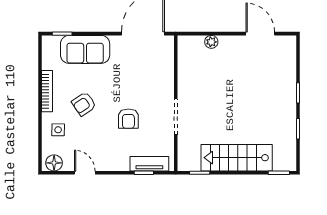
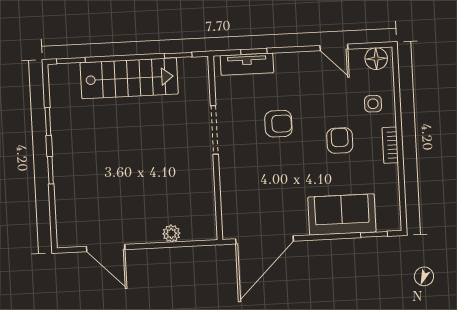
bookcase: (47, 91) -> (390, 145), width x0.64
armchair: (84, 104) -> (340, 141), turned -56
armchair: (128, 119) -> (278, 124), turned 90

